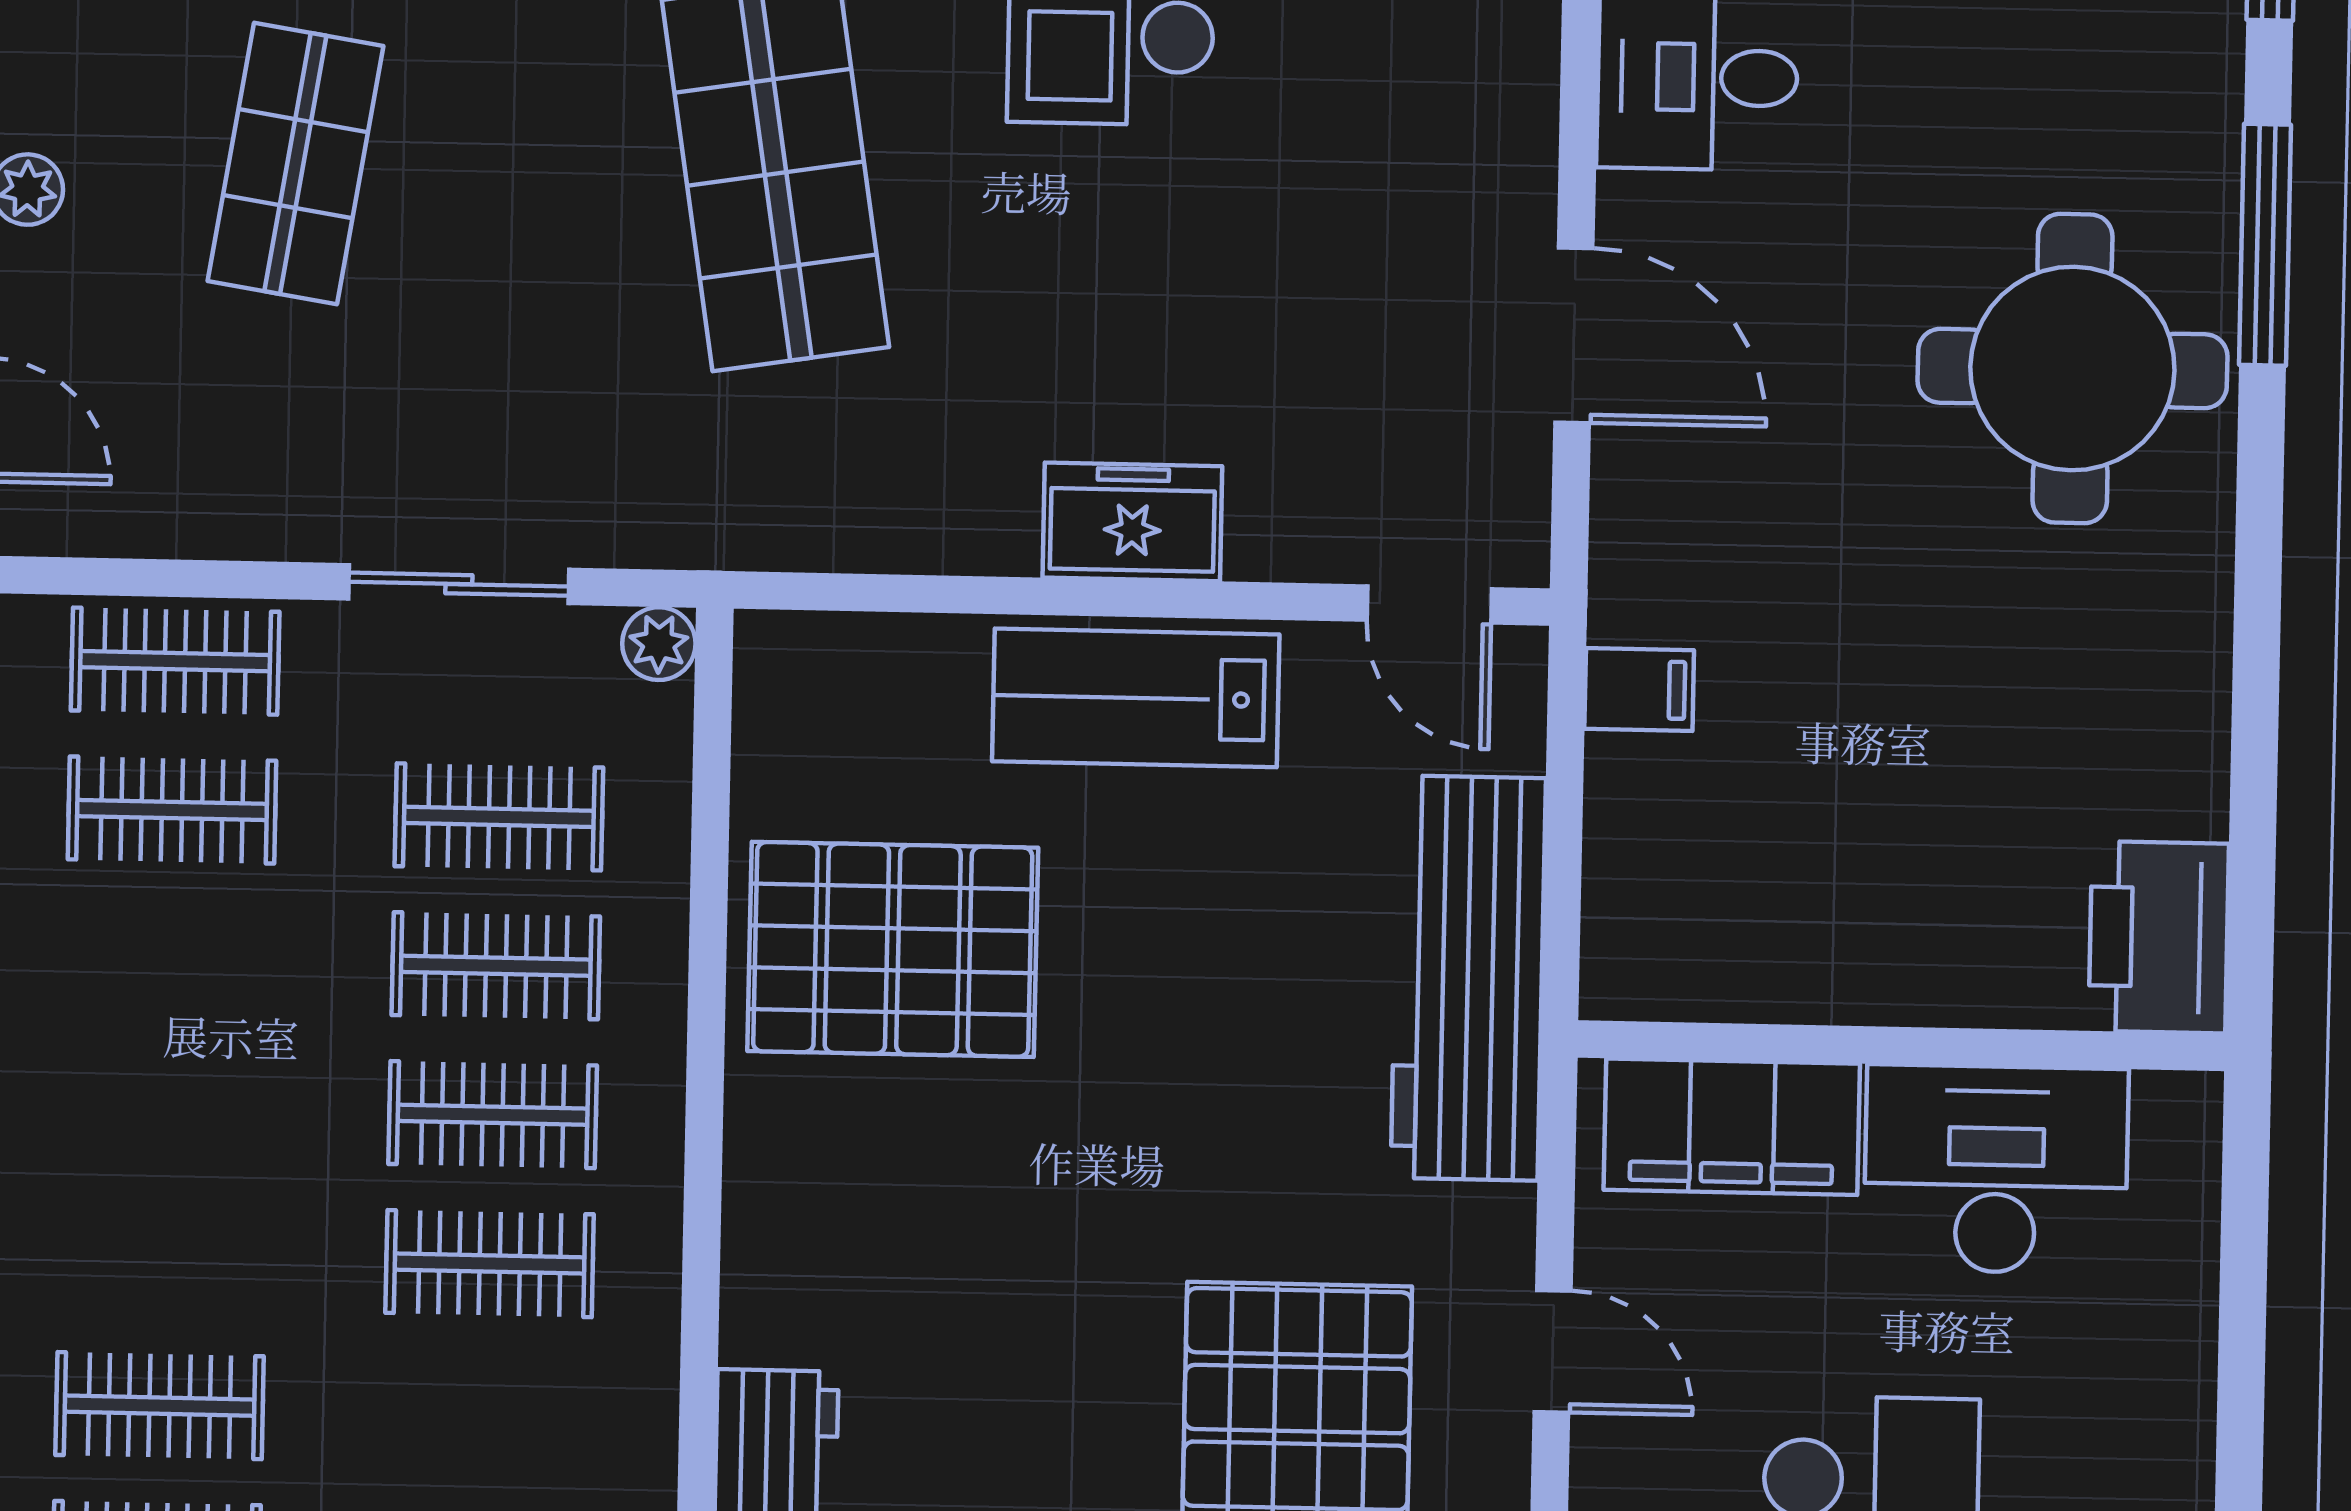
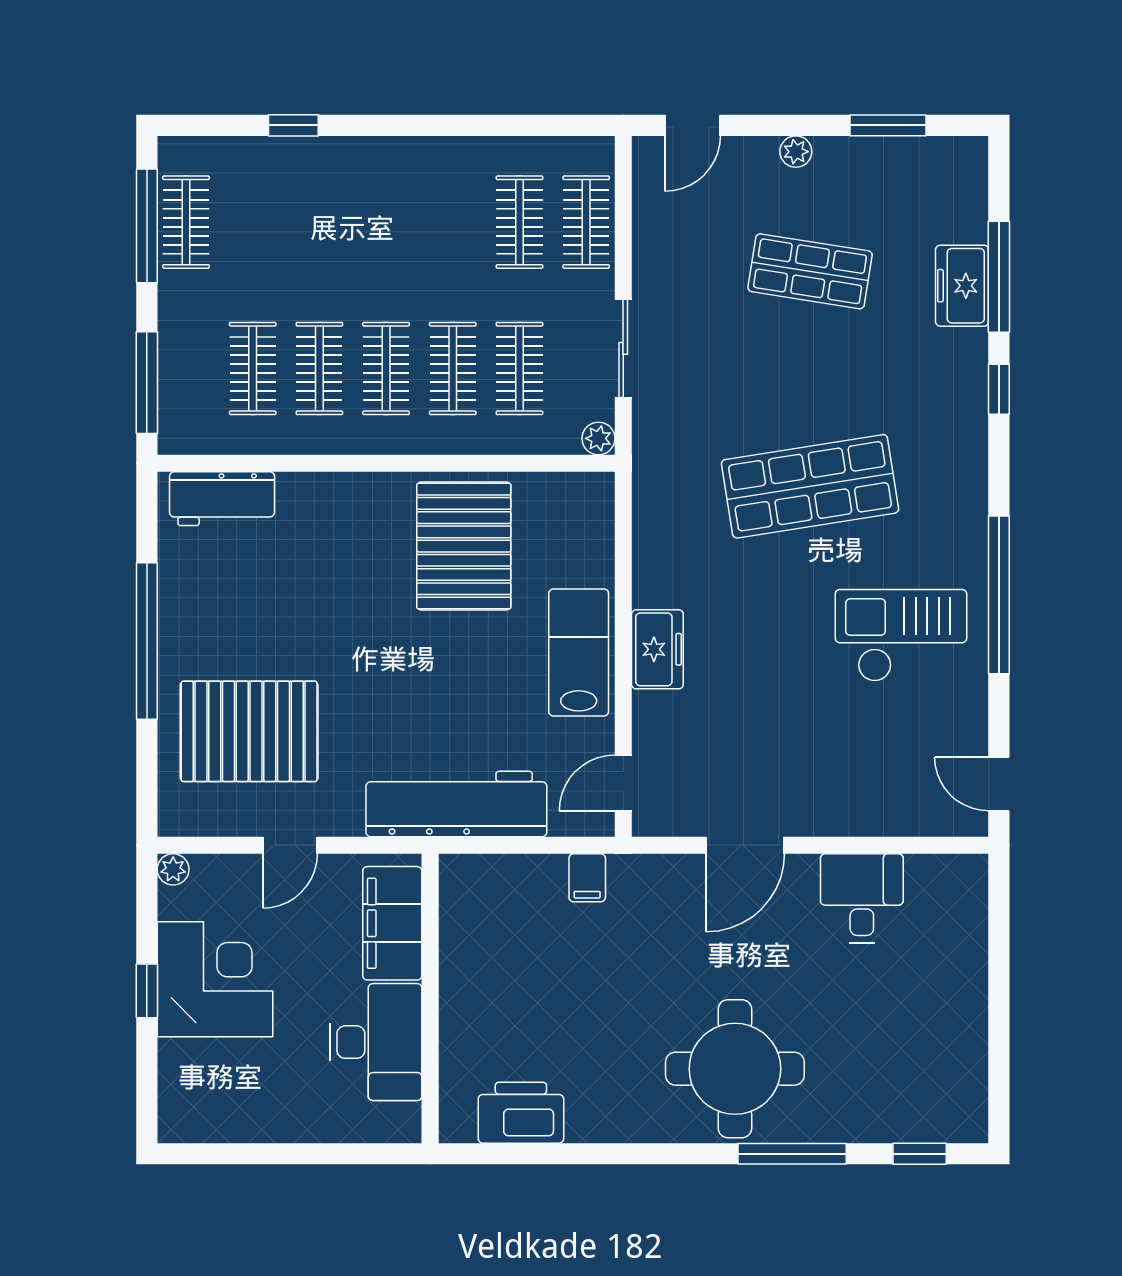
printer: (2159, 937) -> (521, 1113), moved
clothes rail: (160, 1406) -> (253, 368), moved

